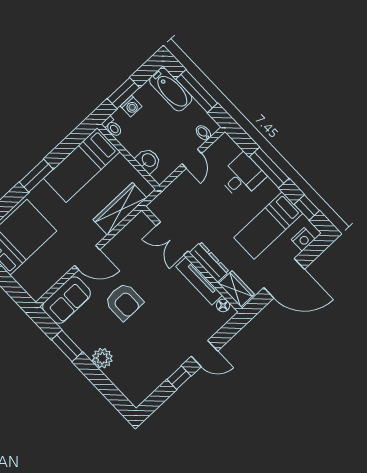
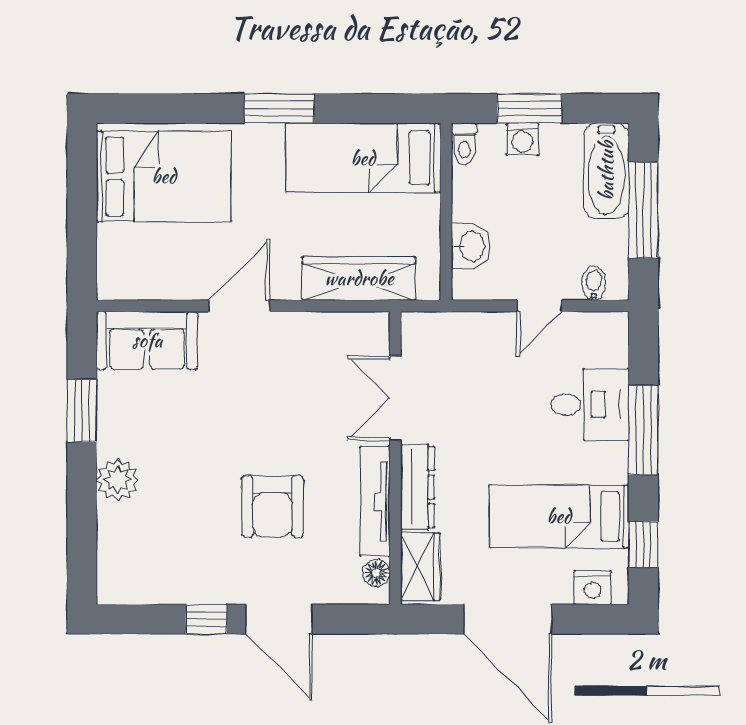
door: (87, 258) -> (239, 306), swing flipped
armchair: (124, 302) -> (272, 506), moved
door: (204, 354) -> (279, 619), width x1.38

